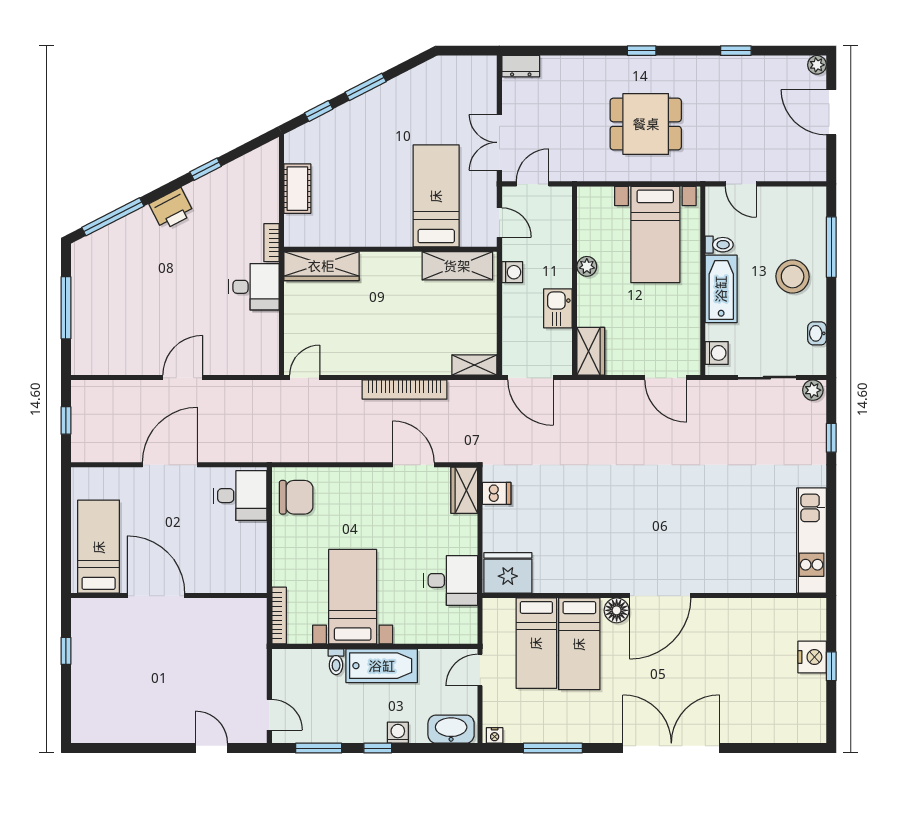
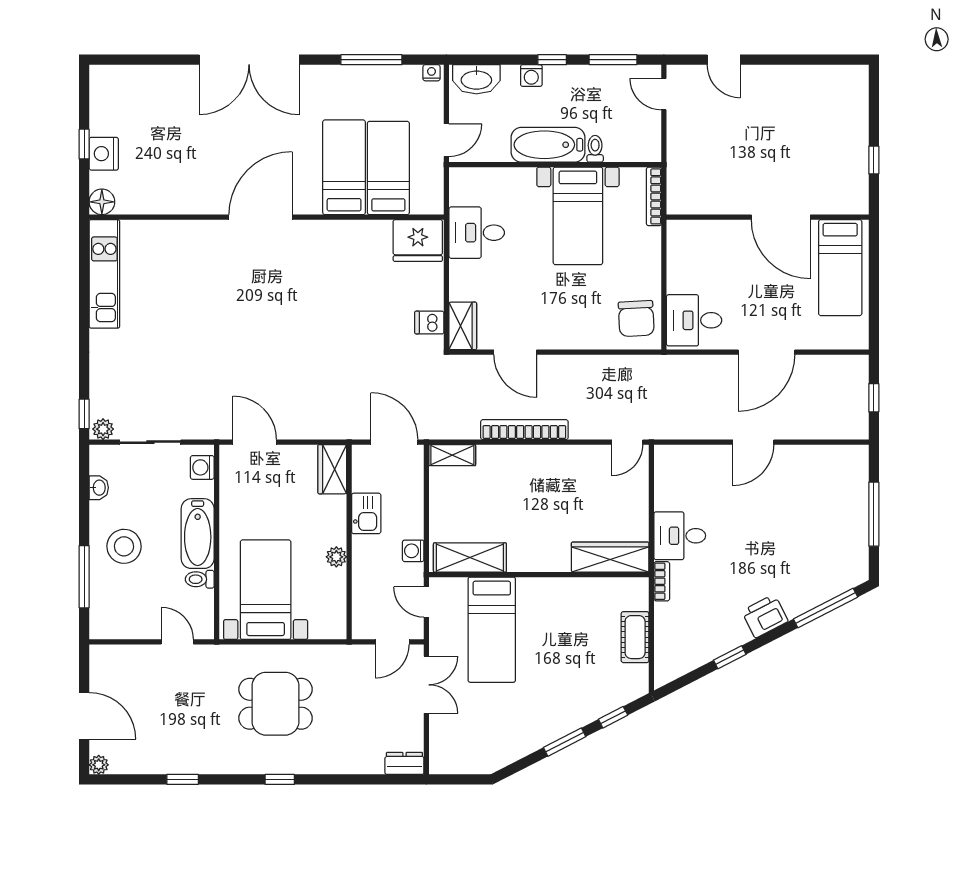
window: (831, 438) -> (84, 414), moved
chair: (296, 497) -> (636, 319), turned -93
floor lamp: (617, 610) -> (102, 202), moved

